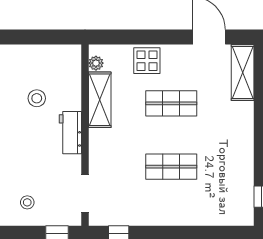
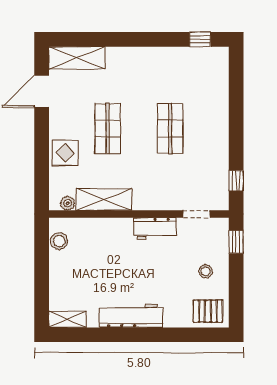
stool: (37, 98) -> (59, 241), moved
workbench: (70, 133) -> (155, 229), moved
doorway: (85, 193) -> (197, 214), width x0.73

